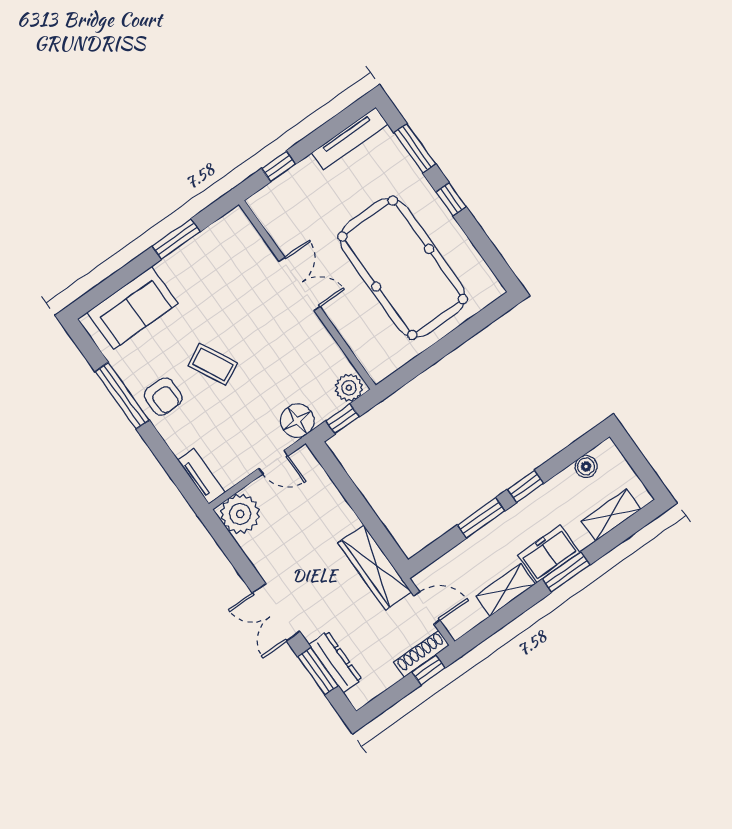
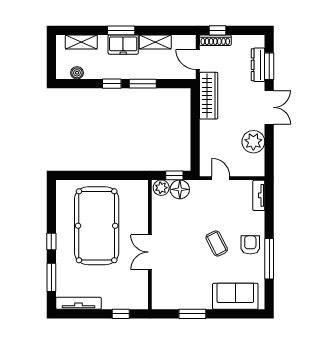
floor lamp: (297, 421) -> (180, 189), moved
plant: (240, 514) -> (253, 142), moved

